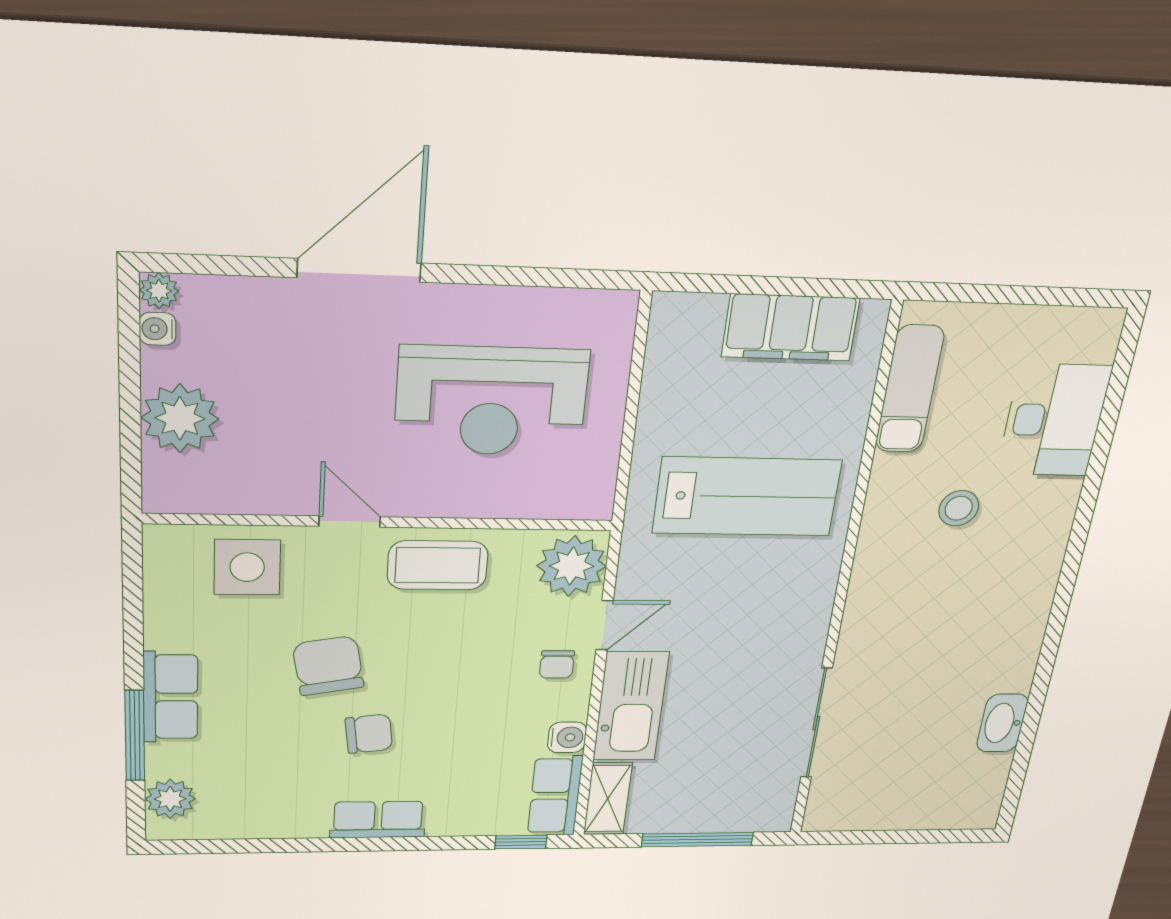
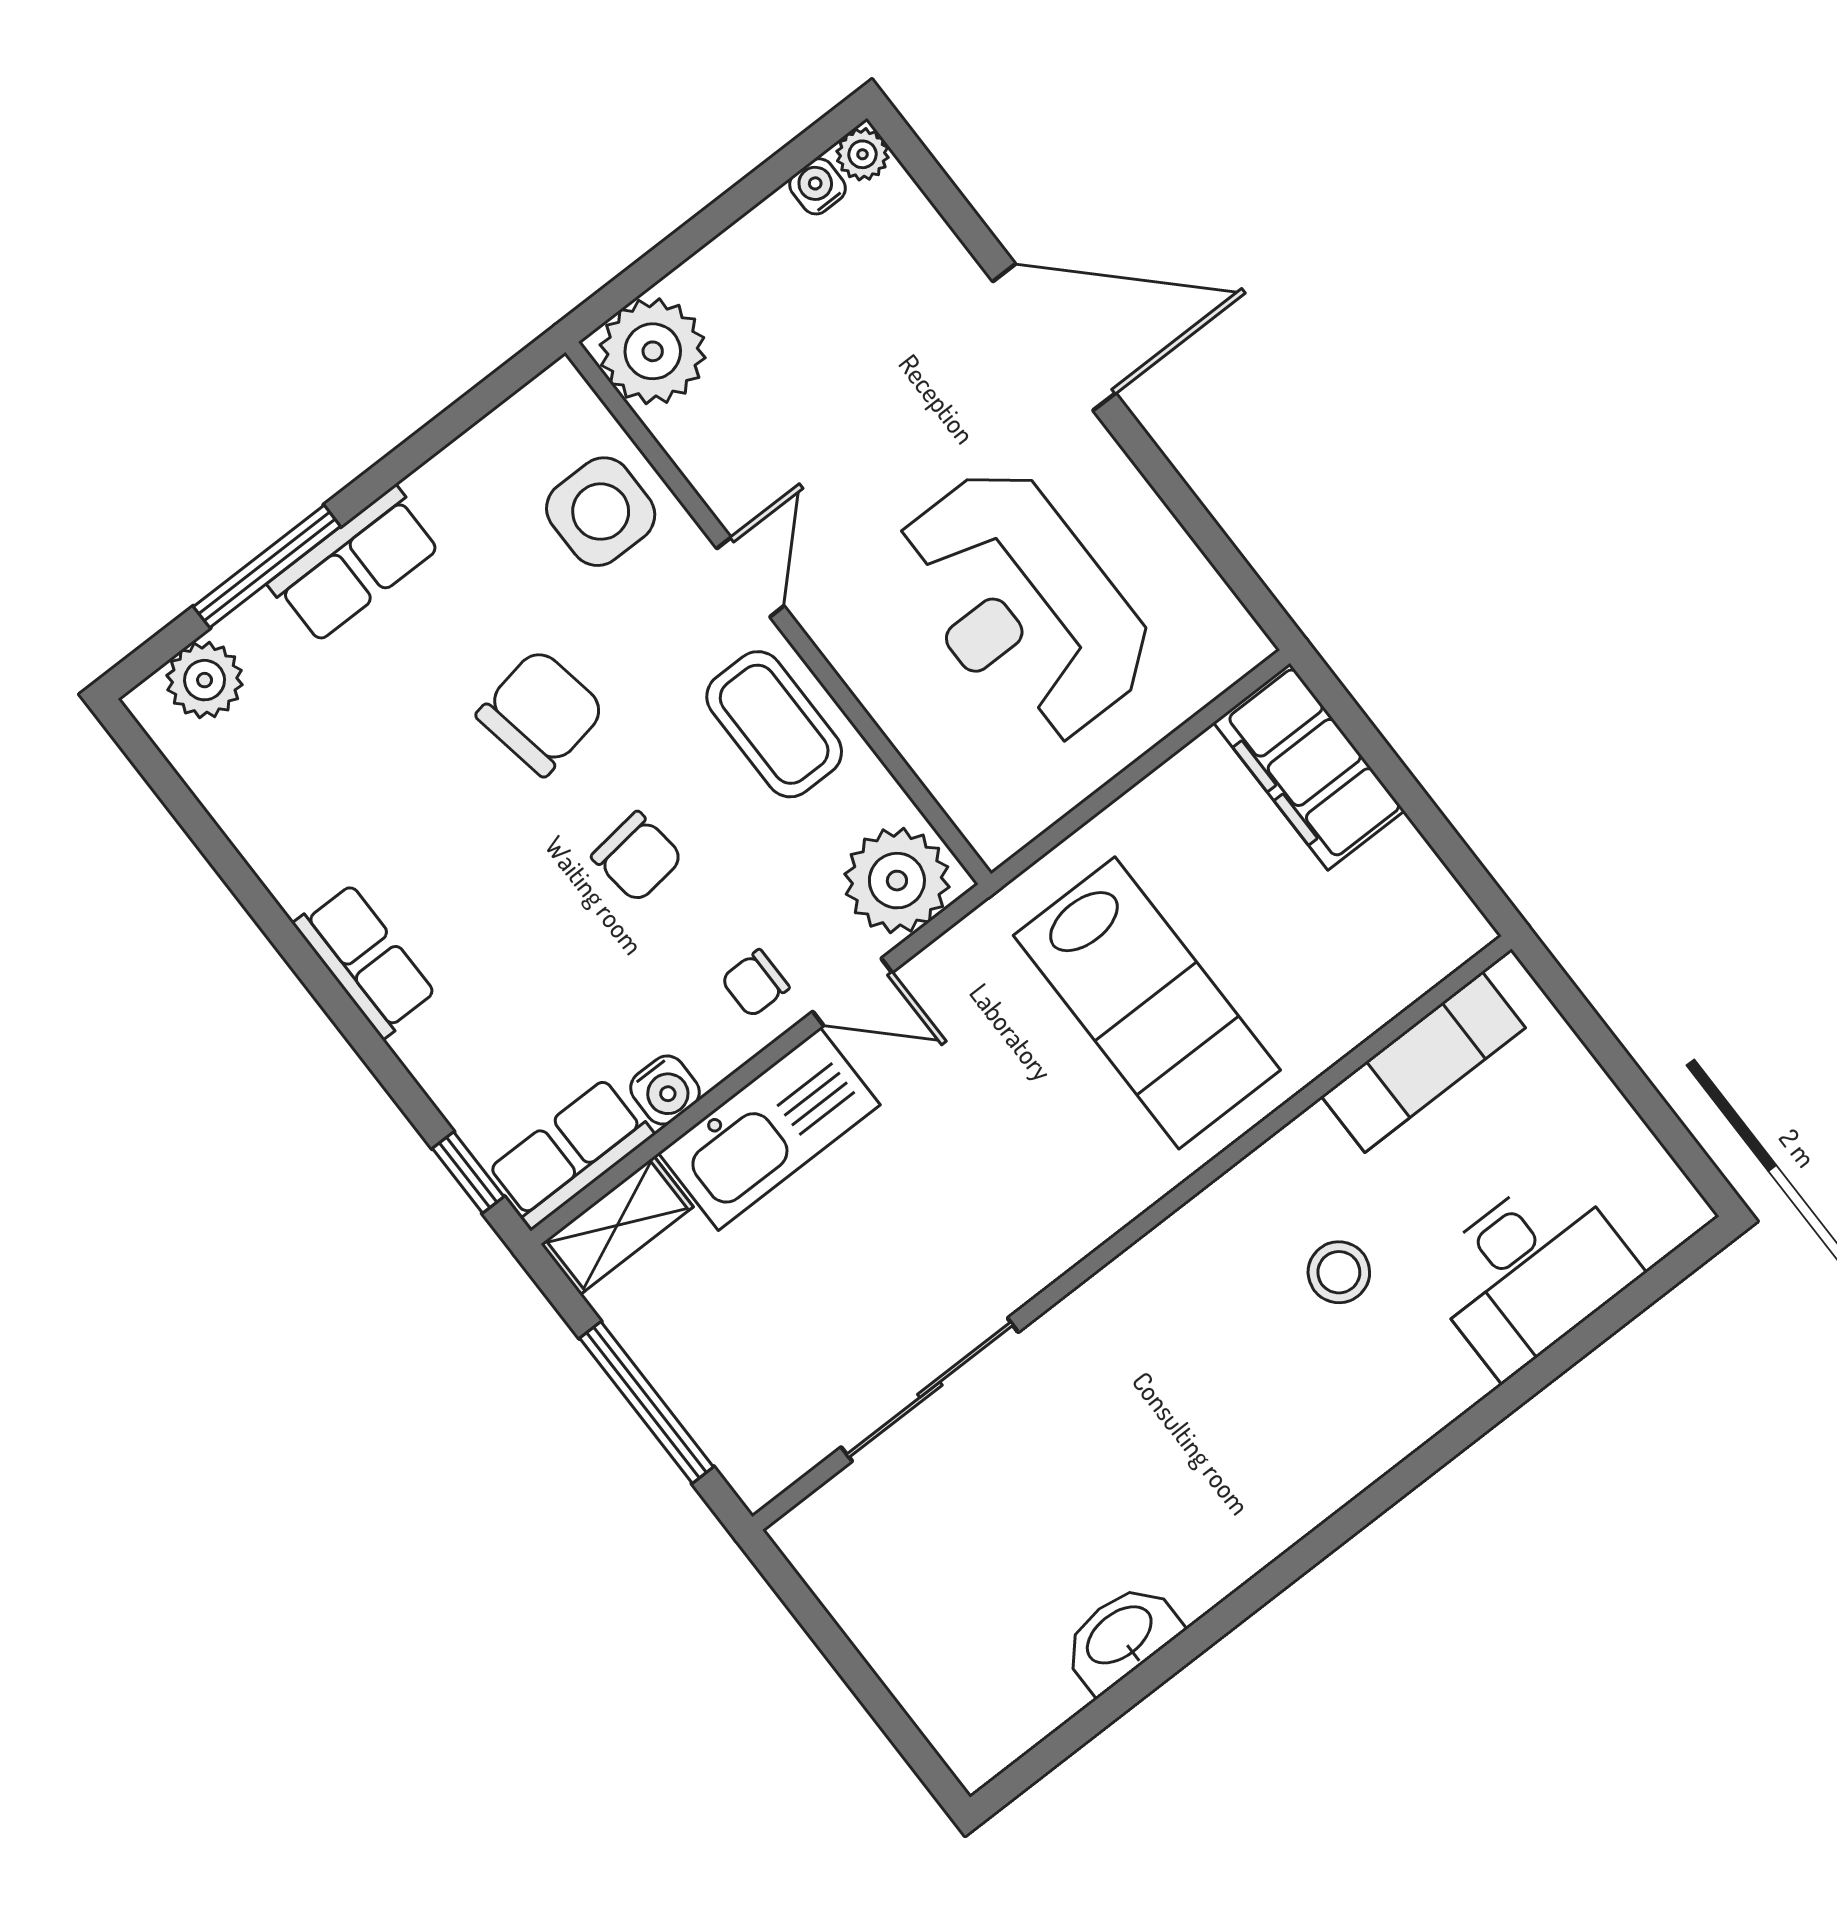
filing cabinet: (791, 328) -> (1309, 767), moved
plant: (180, 418) -> (653, 351), moved
chair: (369, 734) -> (637, 857), moved

